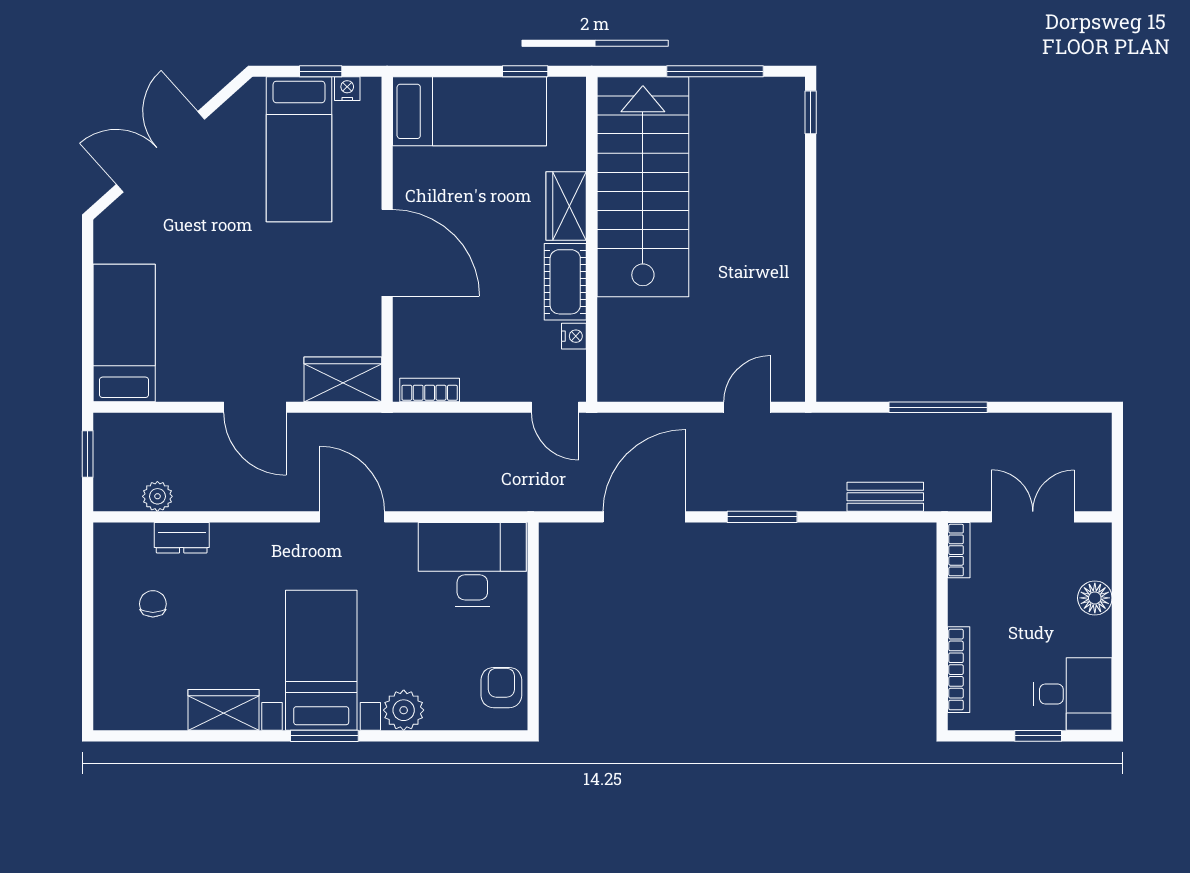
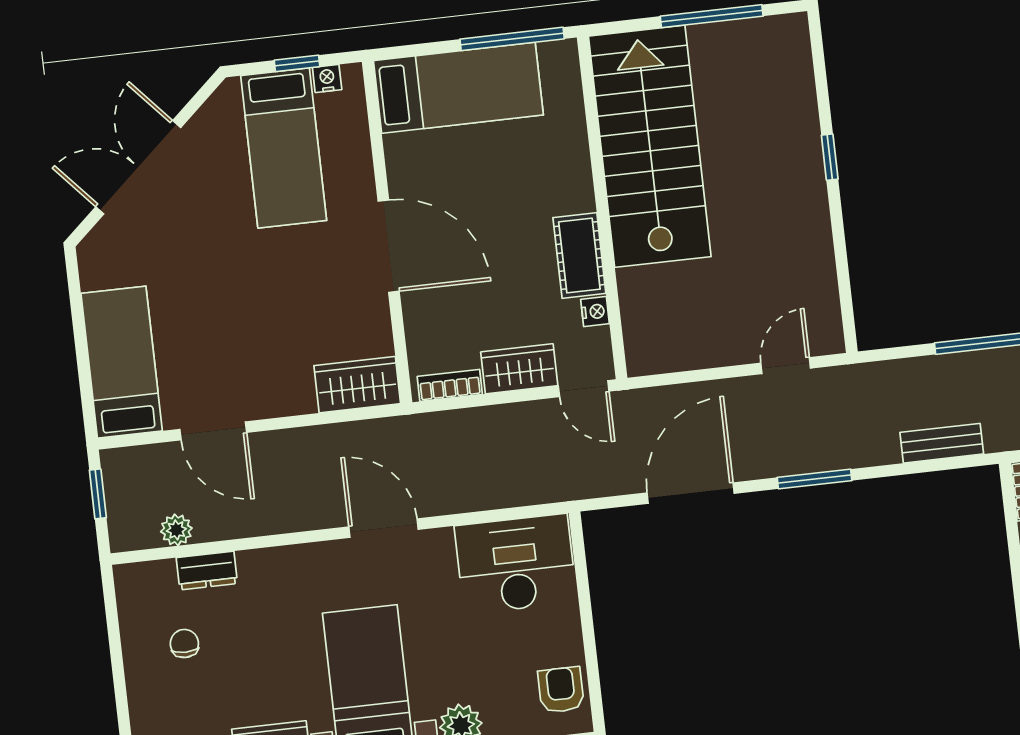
window: (525, 71) -> (512, 39), width x2.17
window: (811, 112) -> (830, 157), moved
wardrobe: (566, 206) -> (519, 369), moved, turned 90
door: (255, 407) -> (213, 431), moved

